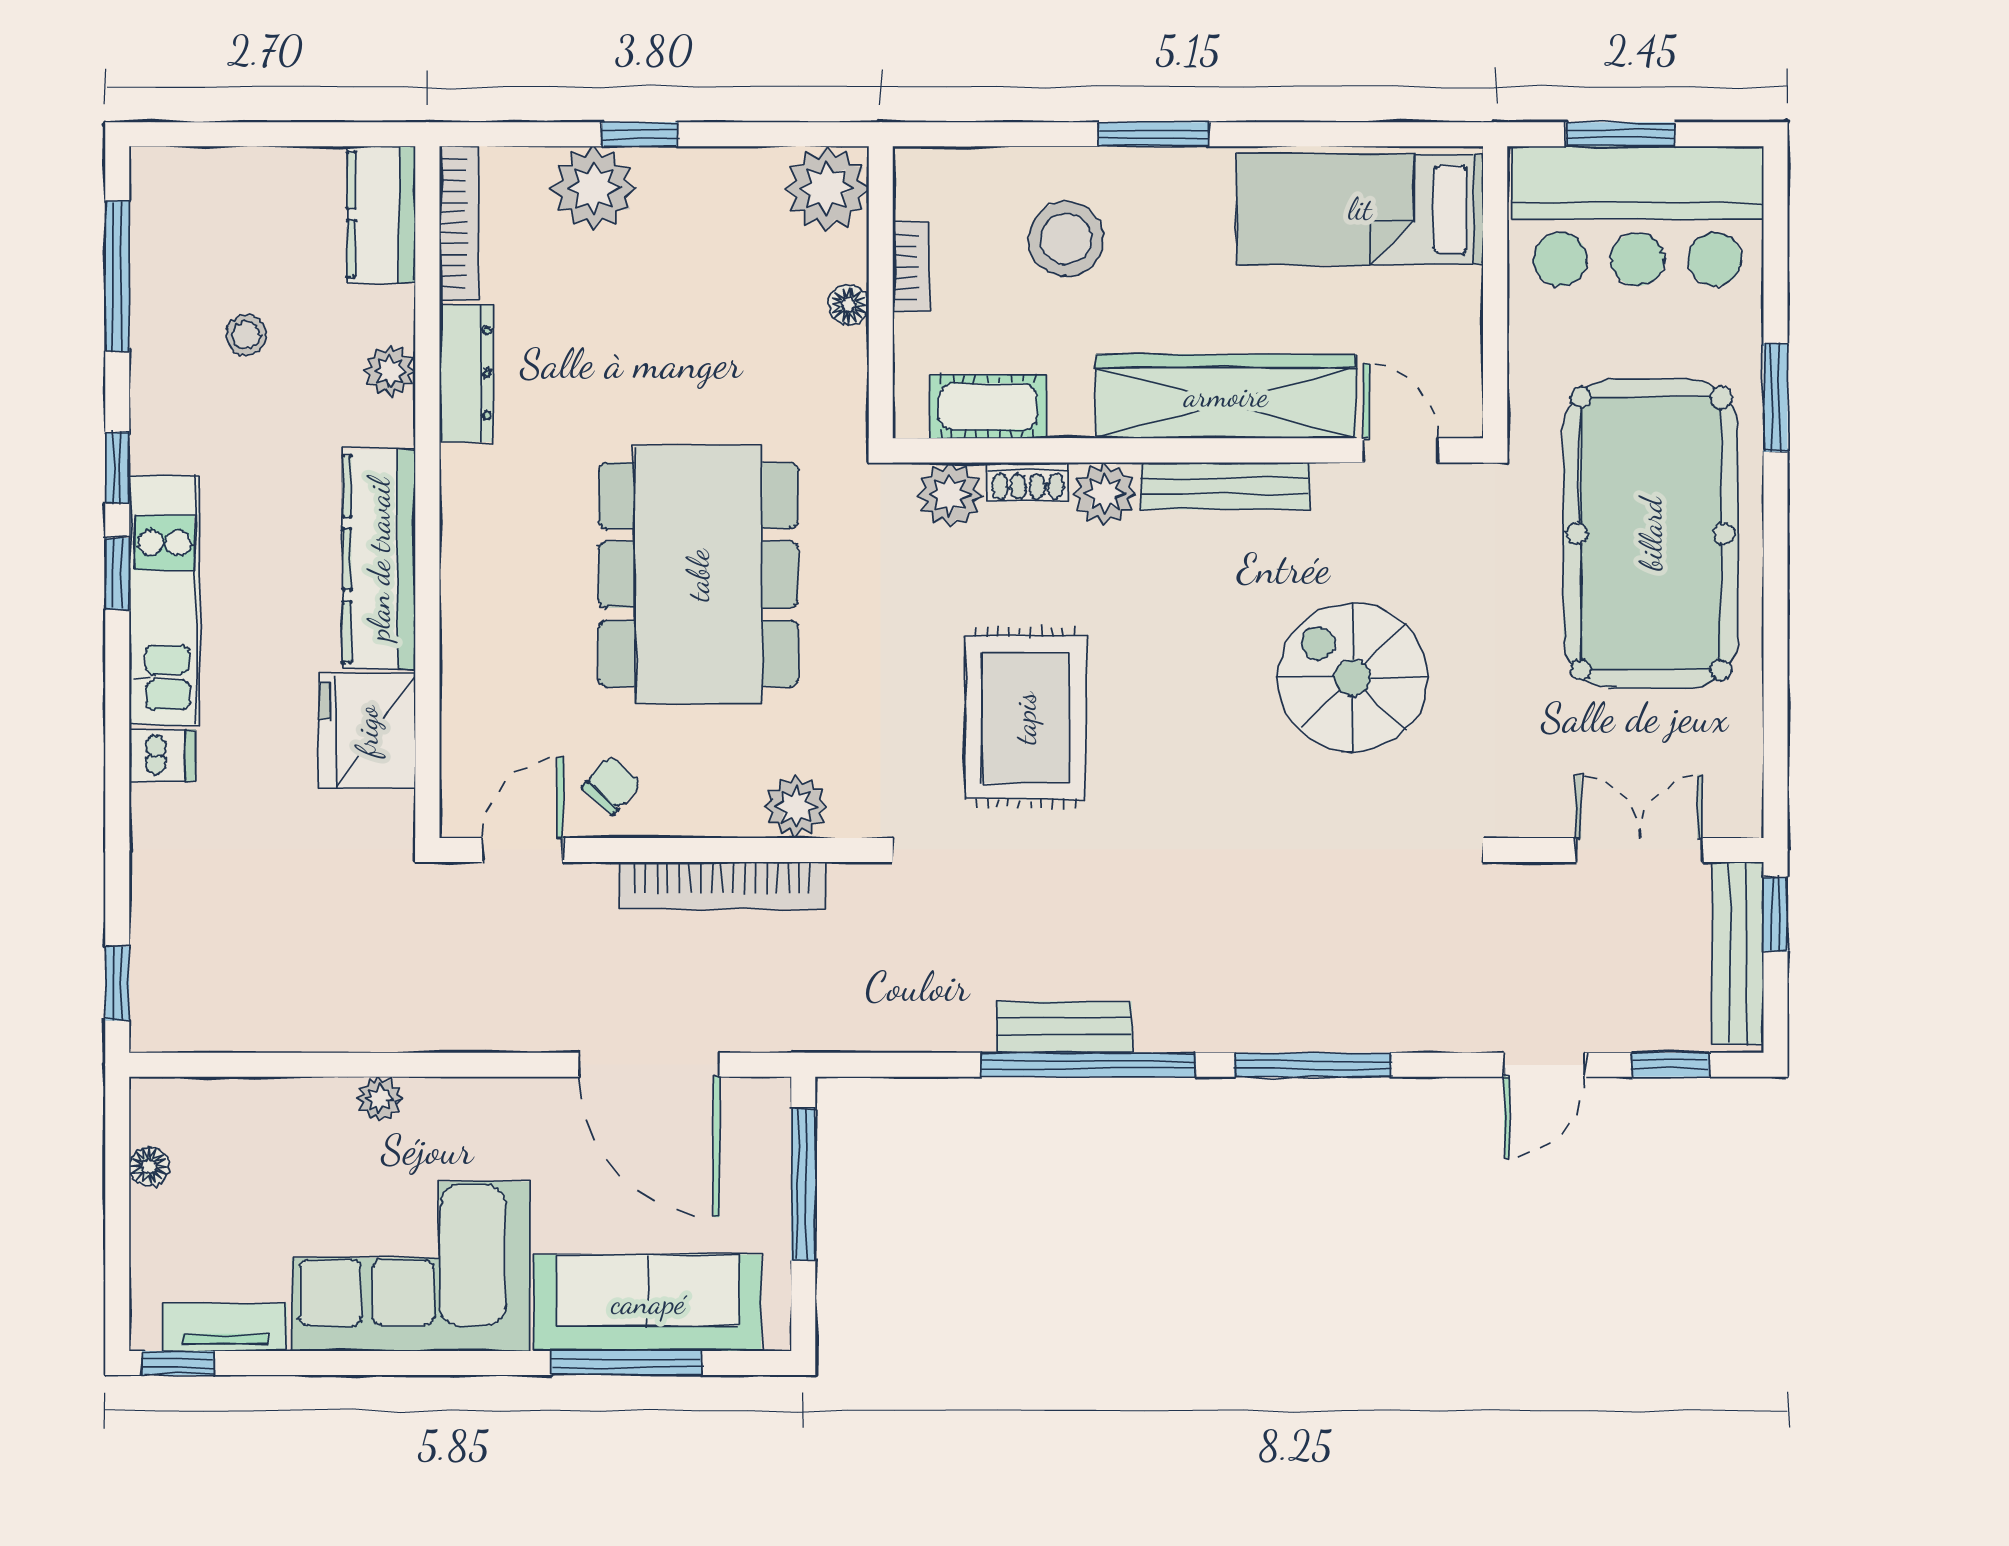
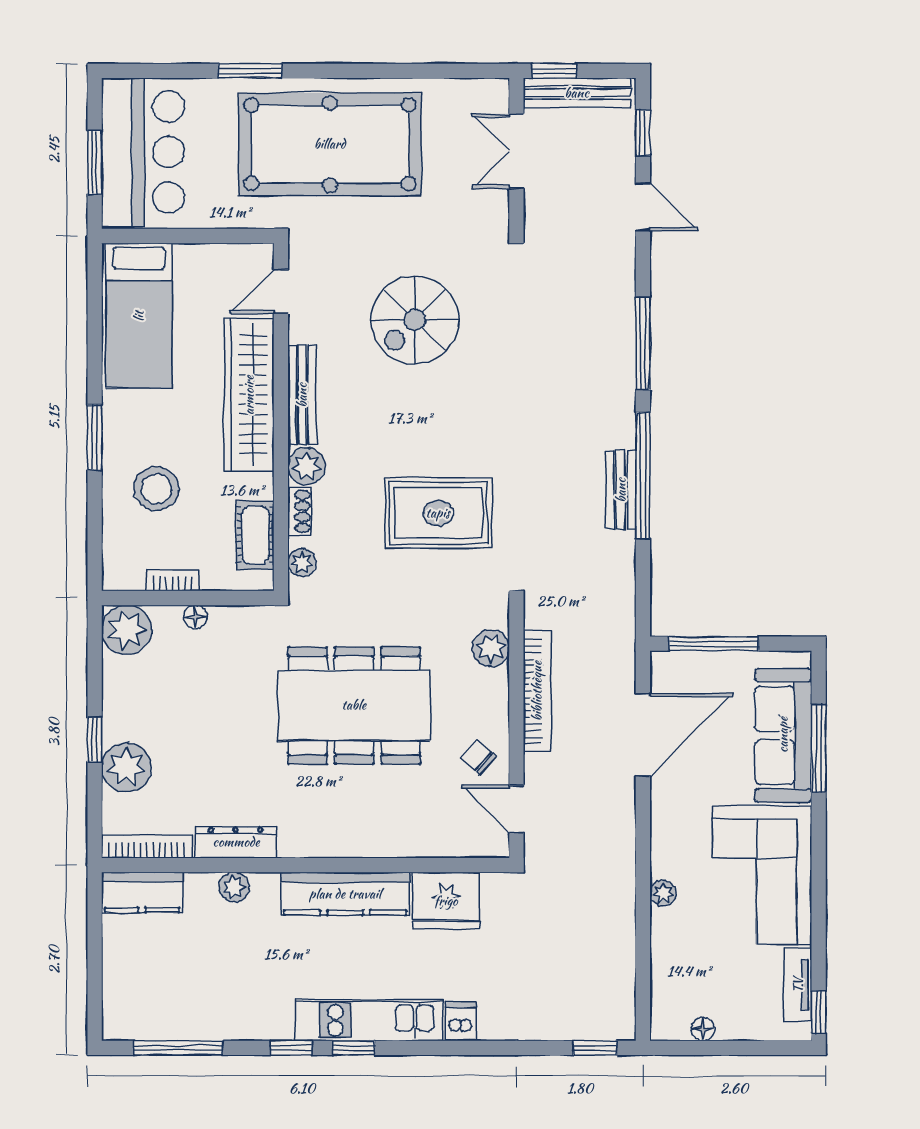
stool: (246, 335) -> (213, 972), removed
plant: (950, 495) -> (302, 563), width x0.73, depth x0.73

